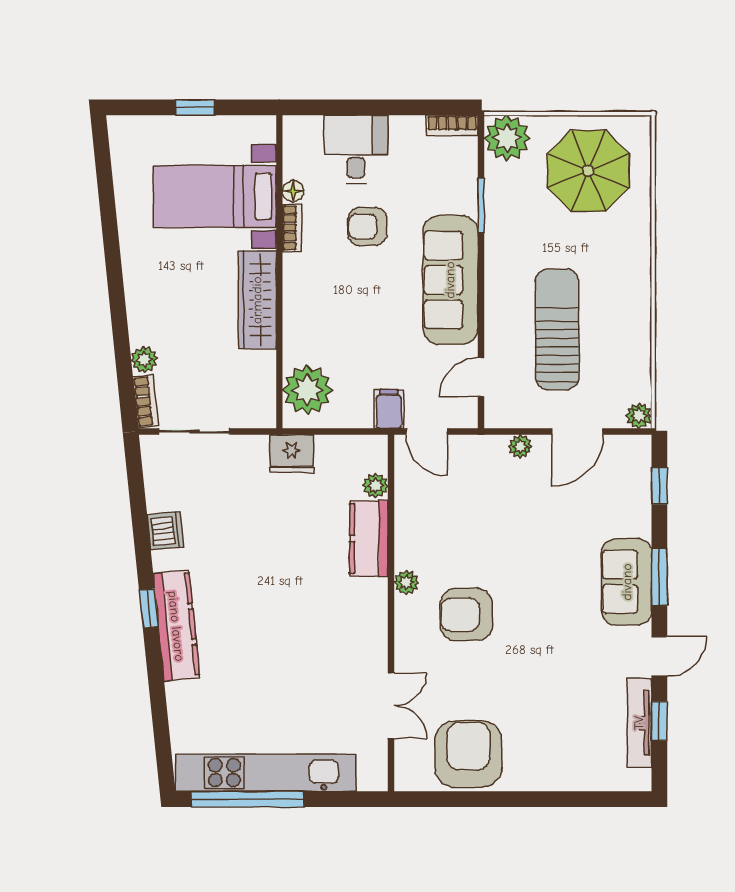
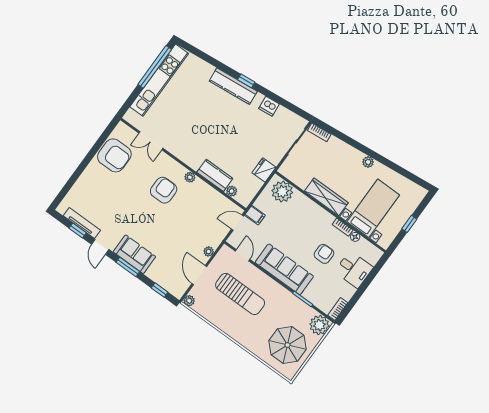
plant: (144, 360) -> (368, 162), moved

